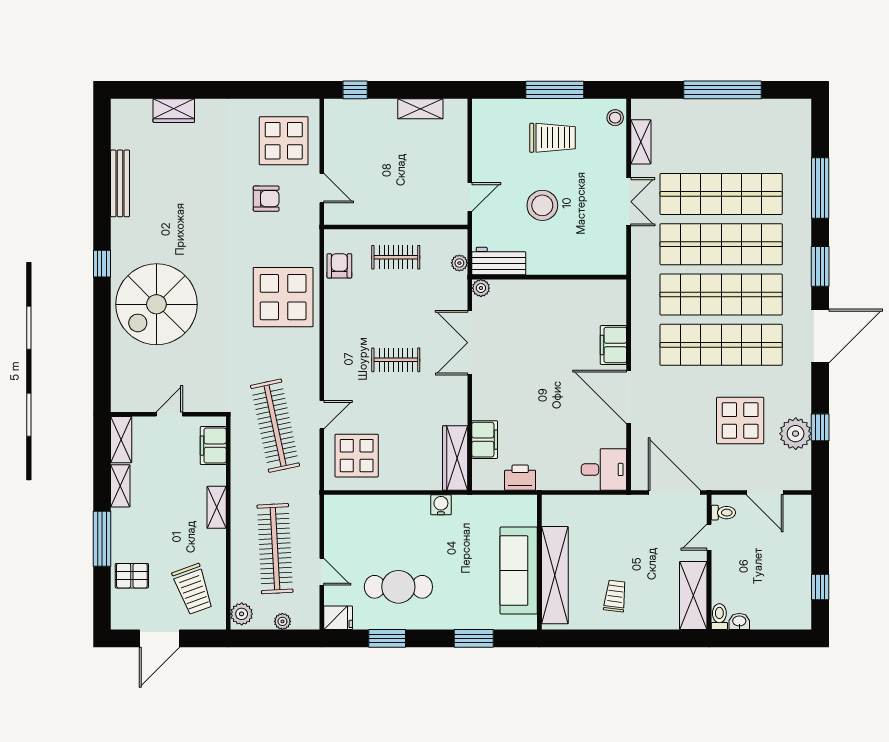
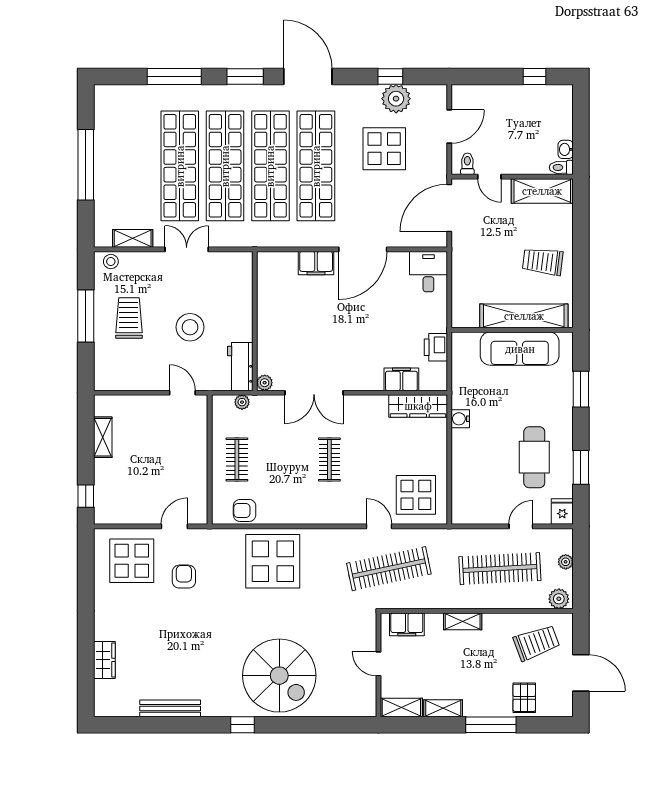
trolley: (615, 596) -> (543, 262), width x1.36, depth x1.39

